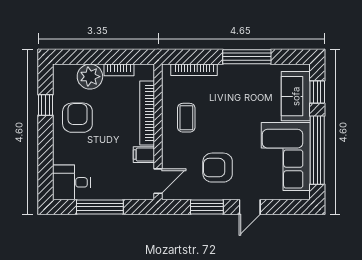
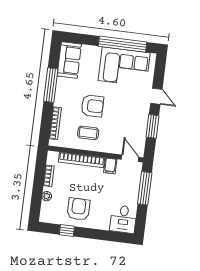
plant: (90, 77) -> (47, 196), width x0.53, depth x0.53
window: (317, 92) -> (82, 39), removed
sofa: (296, 96) -> (69, 60), moved, turned -90
armchair: (77, 118) -> (79, 209), turned 90
armchair: (218, 168) -> (92, 106), moved, turned -90
window: (100, 207) -> (145, 188), moved

